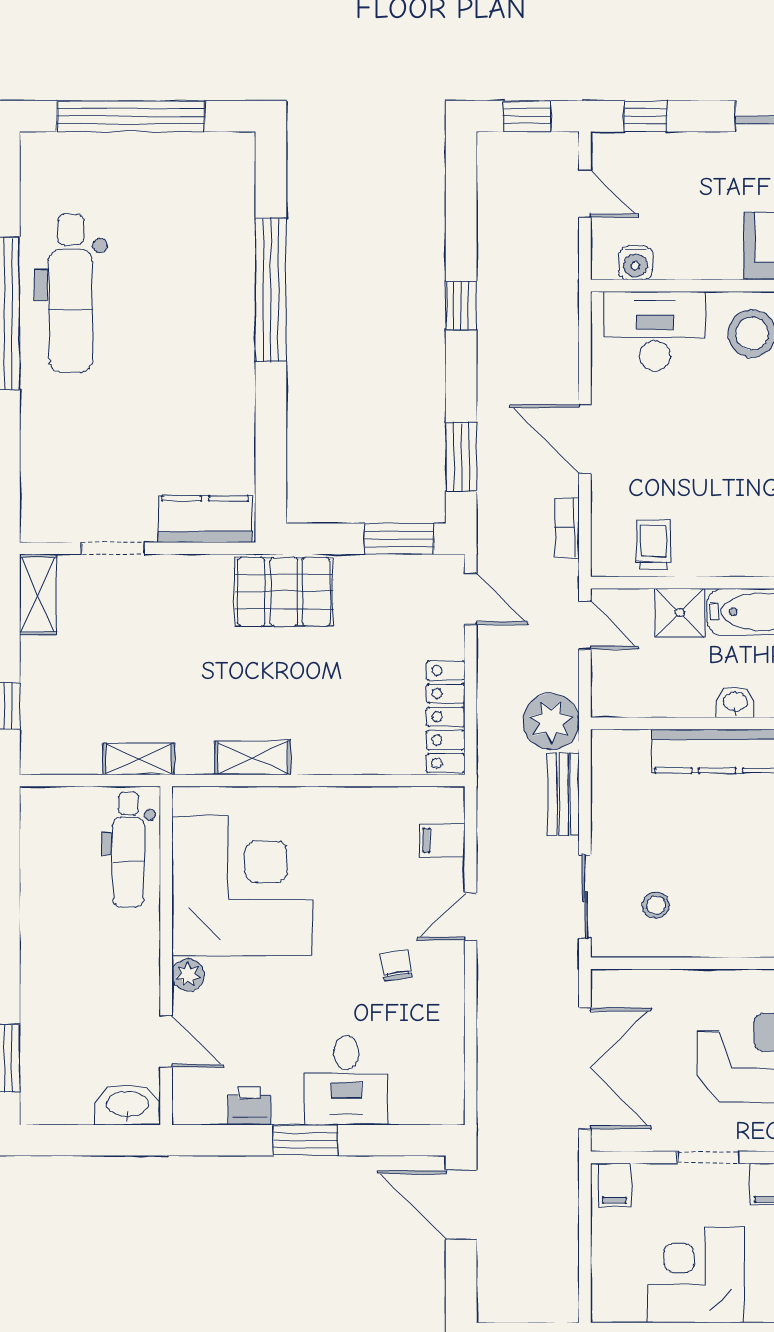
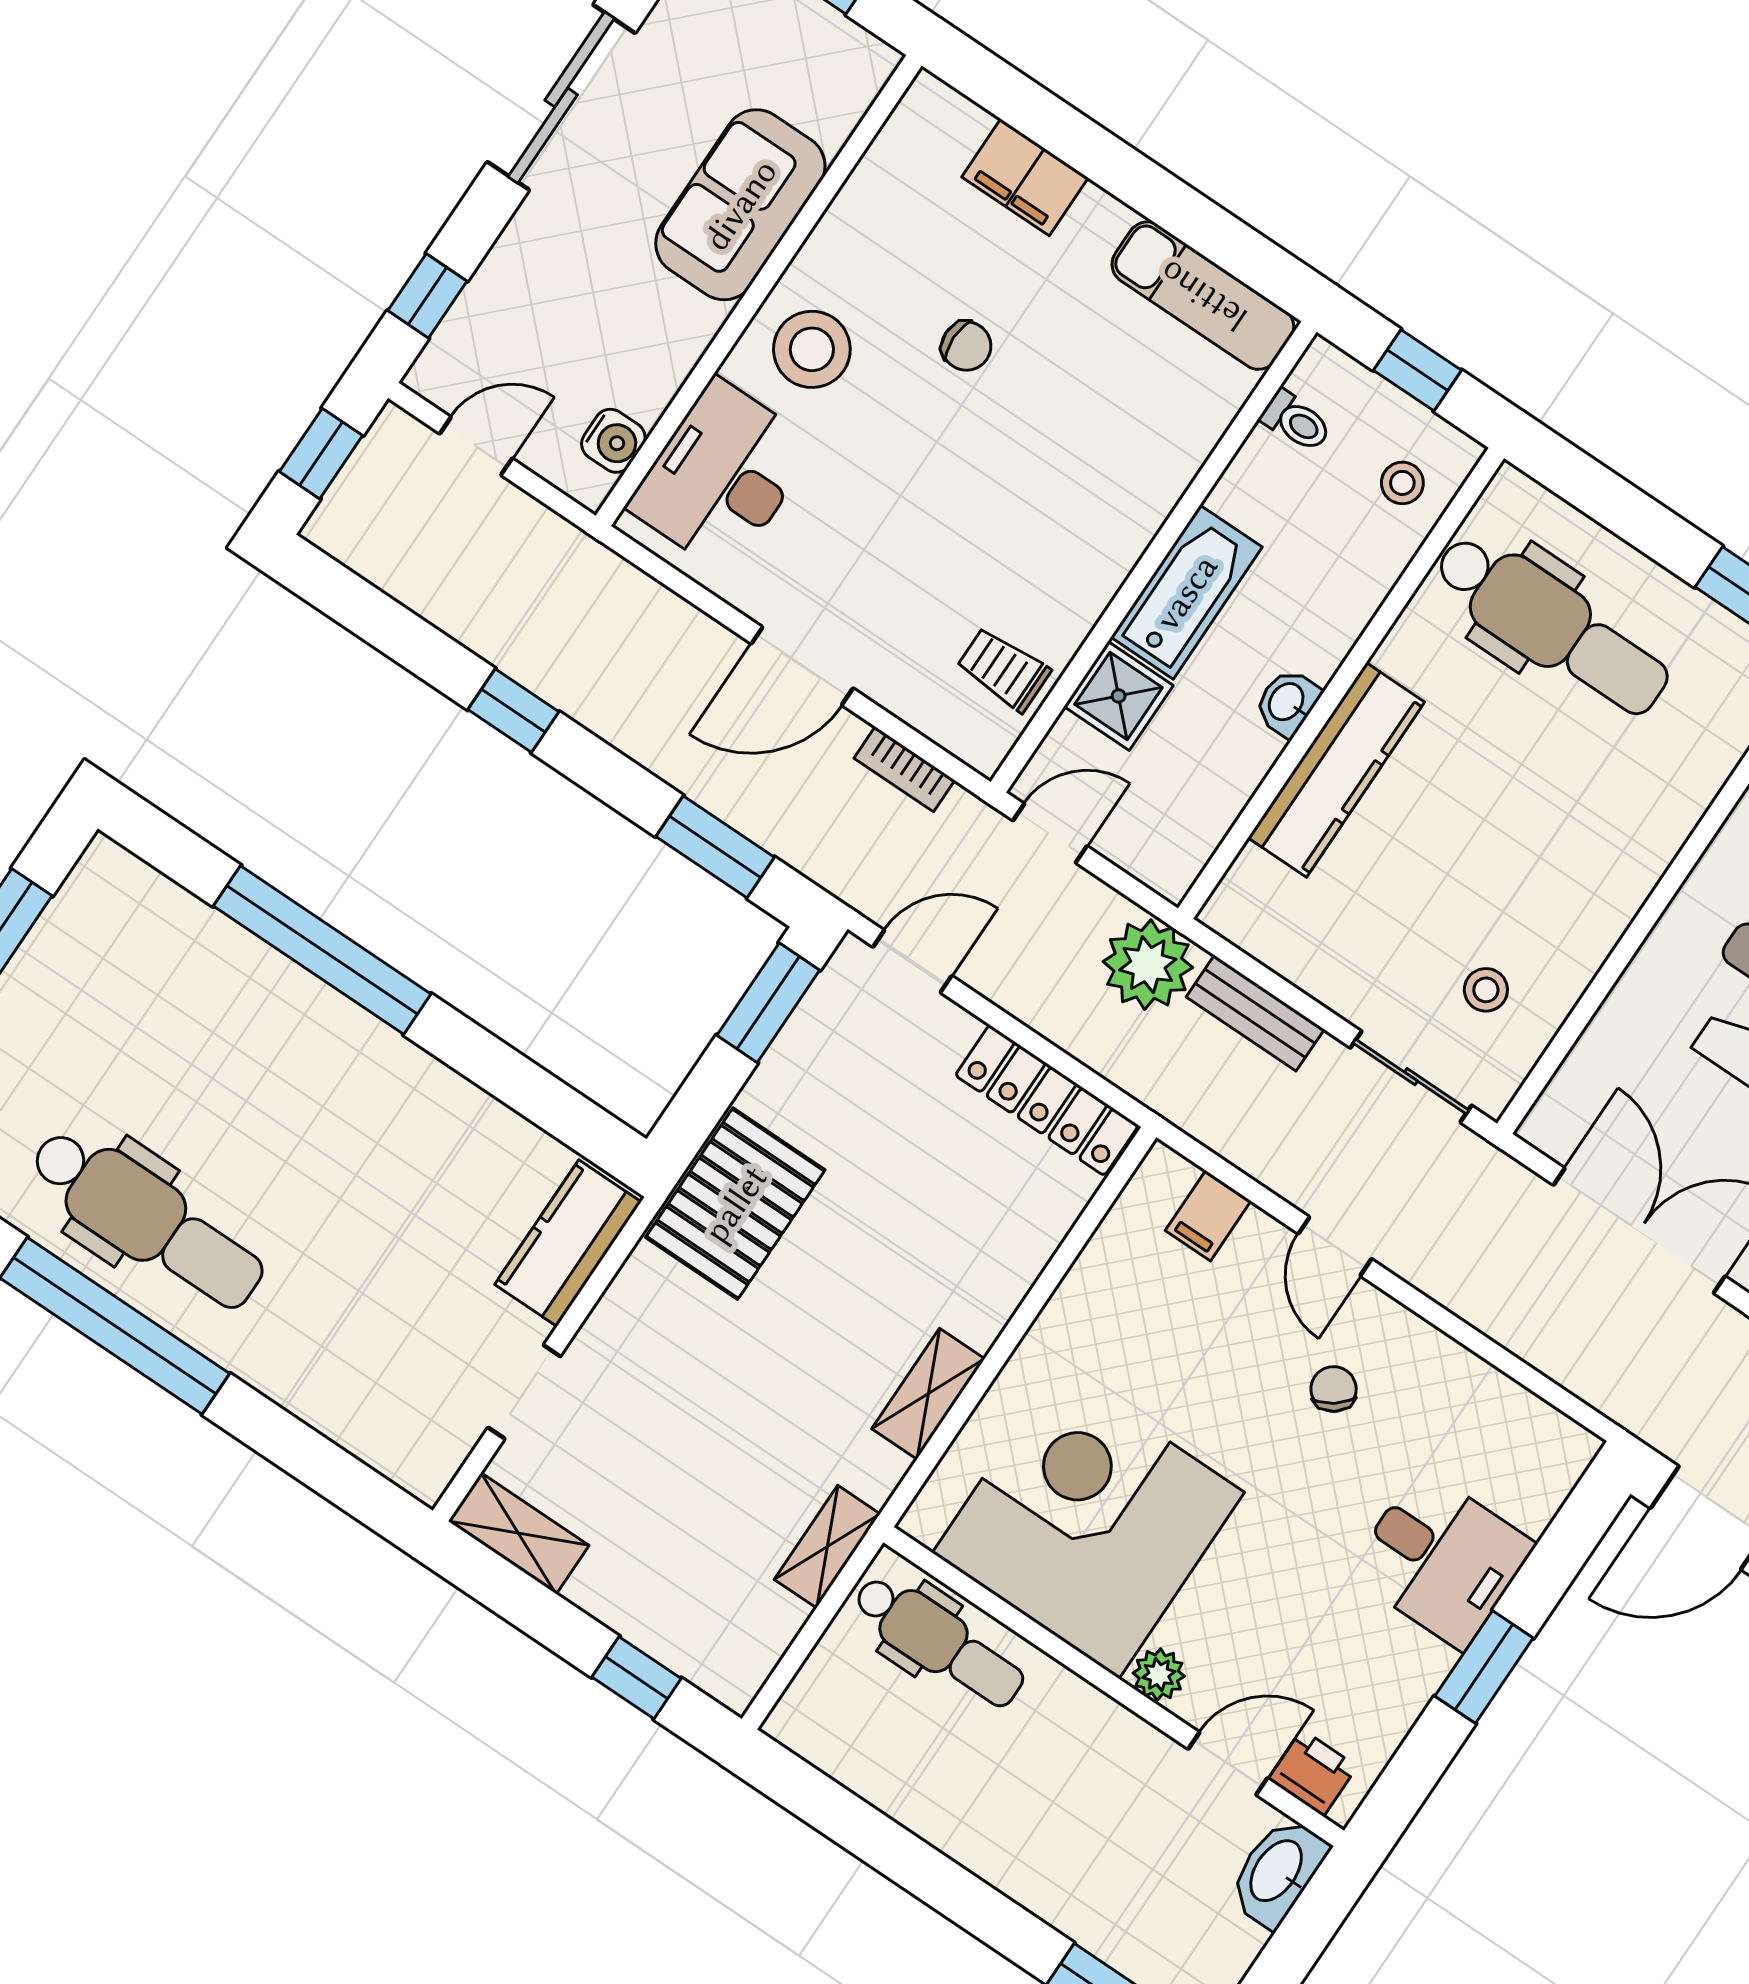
chair: (396, 966) -> (1334, 1389), turned 62
printer: (249, 1106) -> (1313, 1773), moved, turned 90

